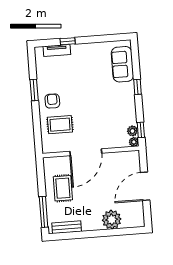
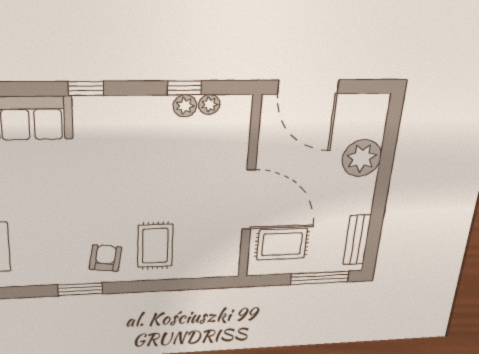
armchair: (52, 101) -> (105, 258), turned 98
door: (86, 152) -> (249, 200), moved
wall: (91, 152) -> (249, 191), moved

